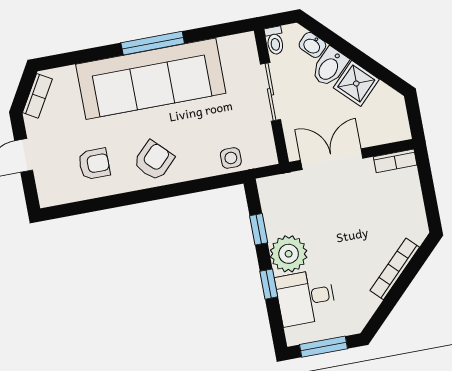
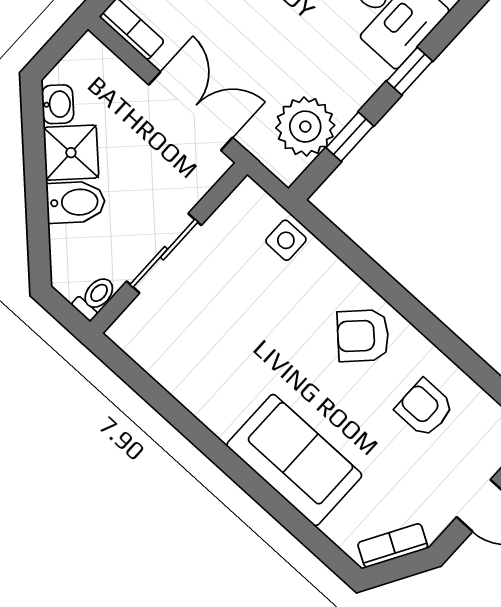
window: (153, 43) -> (215, 450), removed
washbasin: (312, 45) -> (58, 104), moved
sofa: (151, 79) -> (294, 460), width x0.54, depth x0.79
double door: (332, 159) -> (191, 111), swing flipped
plant: (289, 254) -> (305, 127), moved

